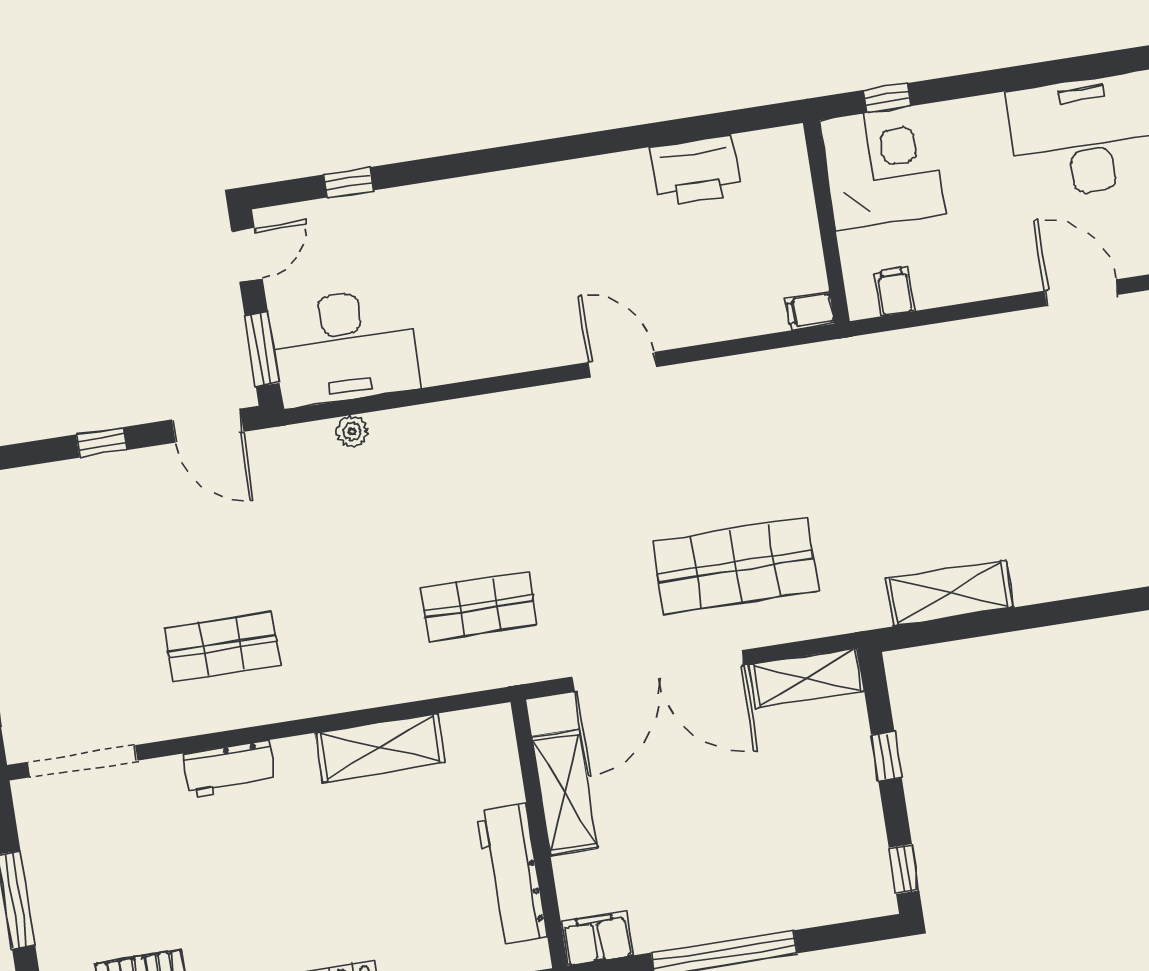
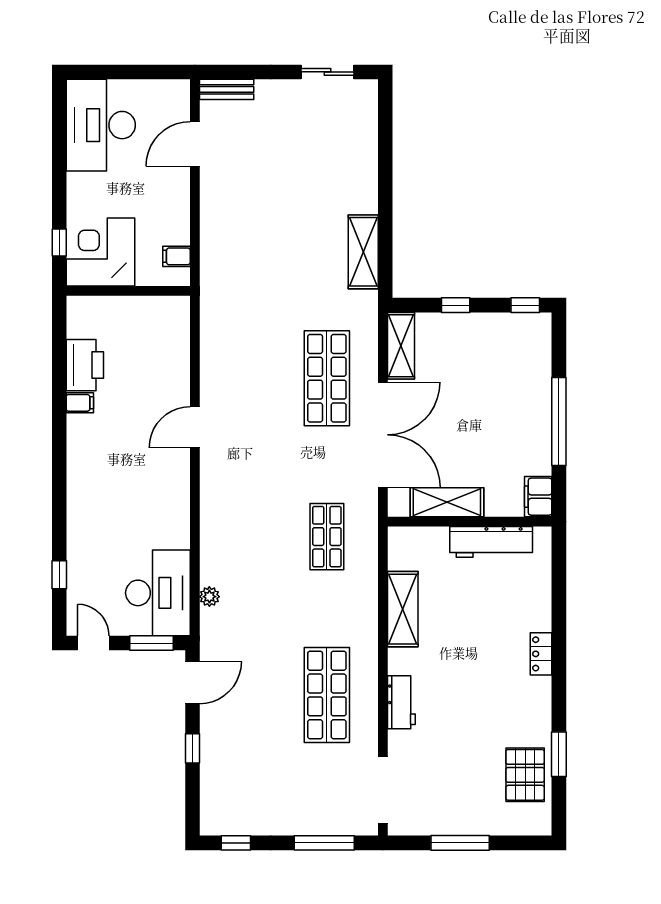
filing cabinet: (810, 311) -> (80, 403), moved, turned -90
shop shelf: (222, 647) -> (327, 695), width x1.43, depth x1.36

